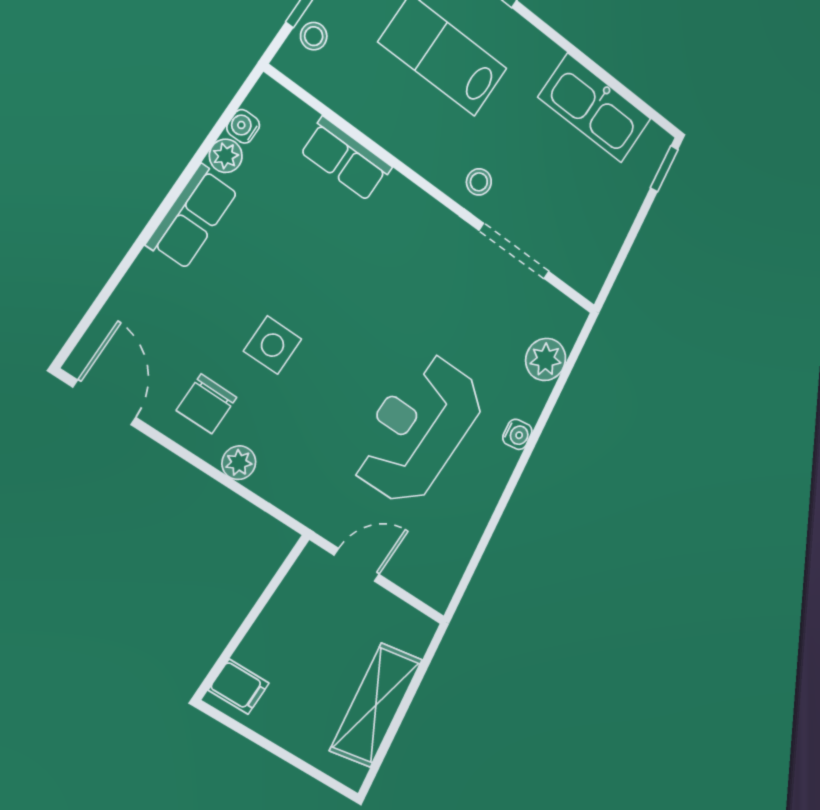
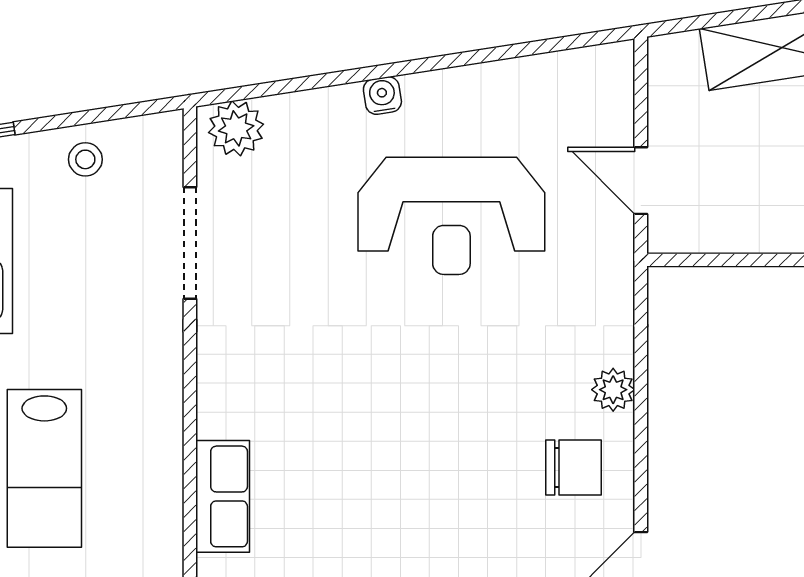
stool: (479, 182) -> (85, 159), moved
side table: (272, 345) -> (467, 440), removed
plant: (546, 359) -> (236, 128), moved

